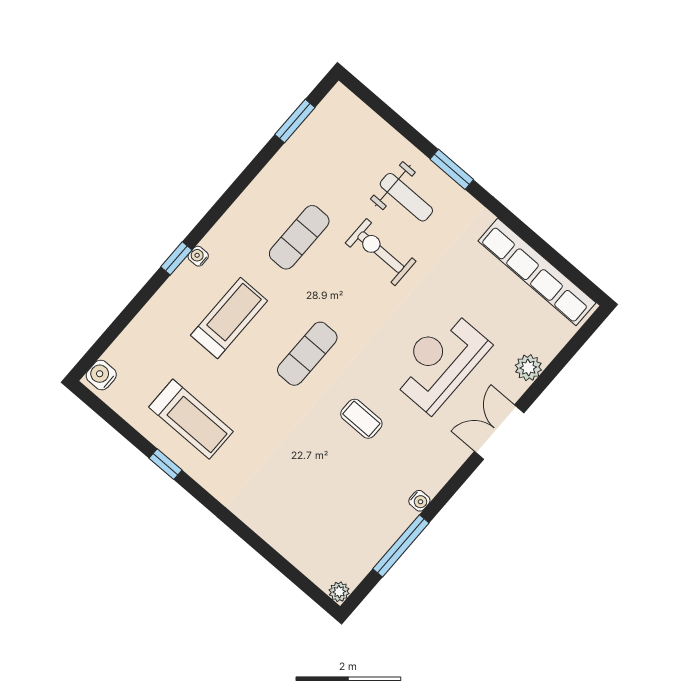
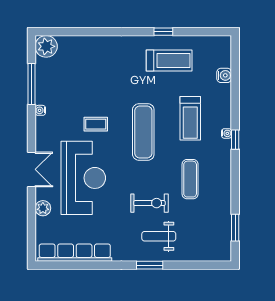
window: (176, 258) -> (235, 140), moved
exercise mat: (307, 354) -> (143, 132), width x1.36, depth x1.45
reception desk: (440, 361) -> (83, 178), width x1.36, depth x1.30
water cooler: (101, 375) -> (224, 75), moved
treadmill: (191, 419) -> (169, 61), turned 180
plant: (339, 592) -> (46, 46), width x1.88, depth x1.88

